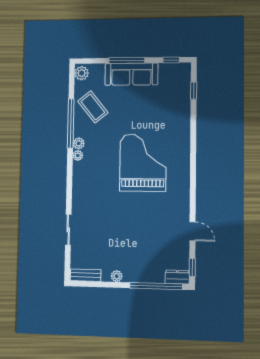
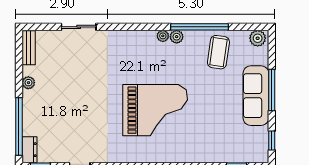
coffee table: (93, 107) -> (218, 52), turned -43

